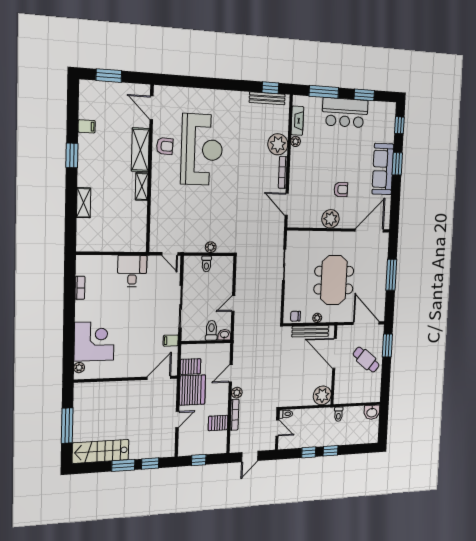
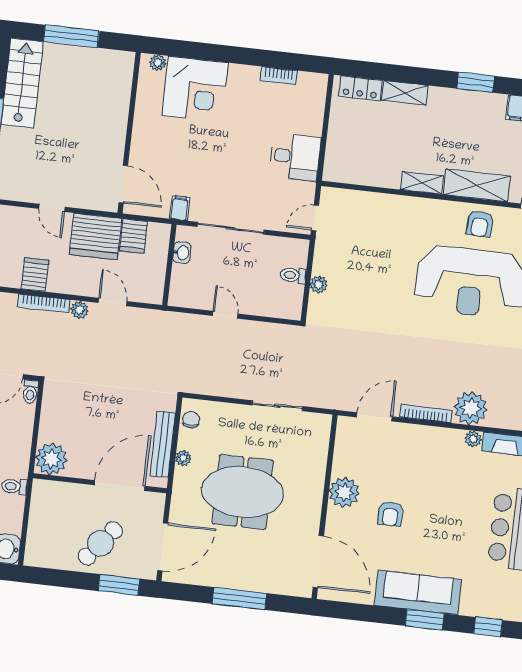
locker: (83, 233) -> (360, 88), added
toilet: (211, 330) -> (187, 275), removed
washbasin: (224, 335) -> (182, 253), moved

